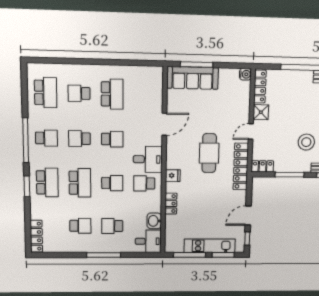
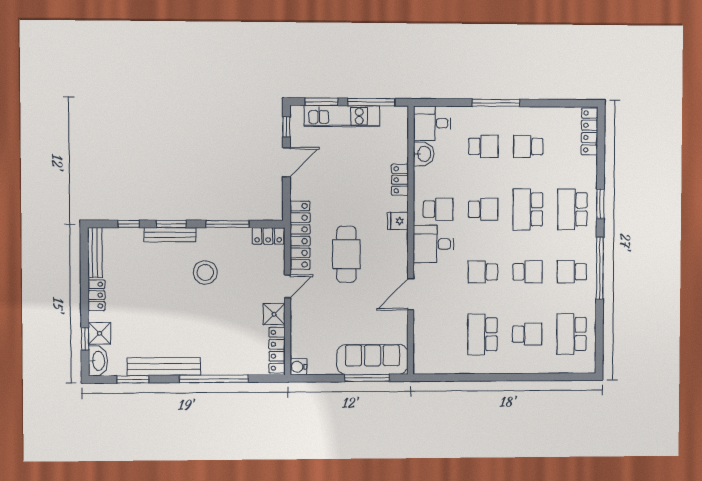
school desk: (112, 183) -> (483, 209), turned 180

